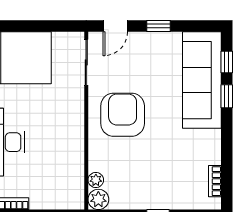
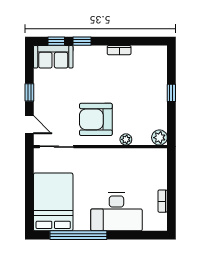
sofa: (202, 80) -> (53, 57), width x0.54, depth x0.79
plant: (96, 180) -> (126, 139), moved
bookcase: (215, 181) -> (119, 50), moved

